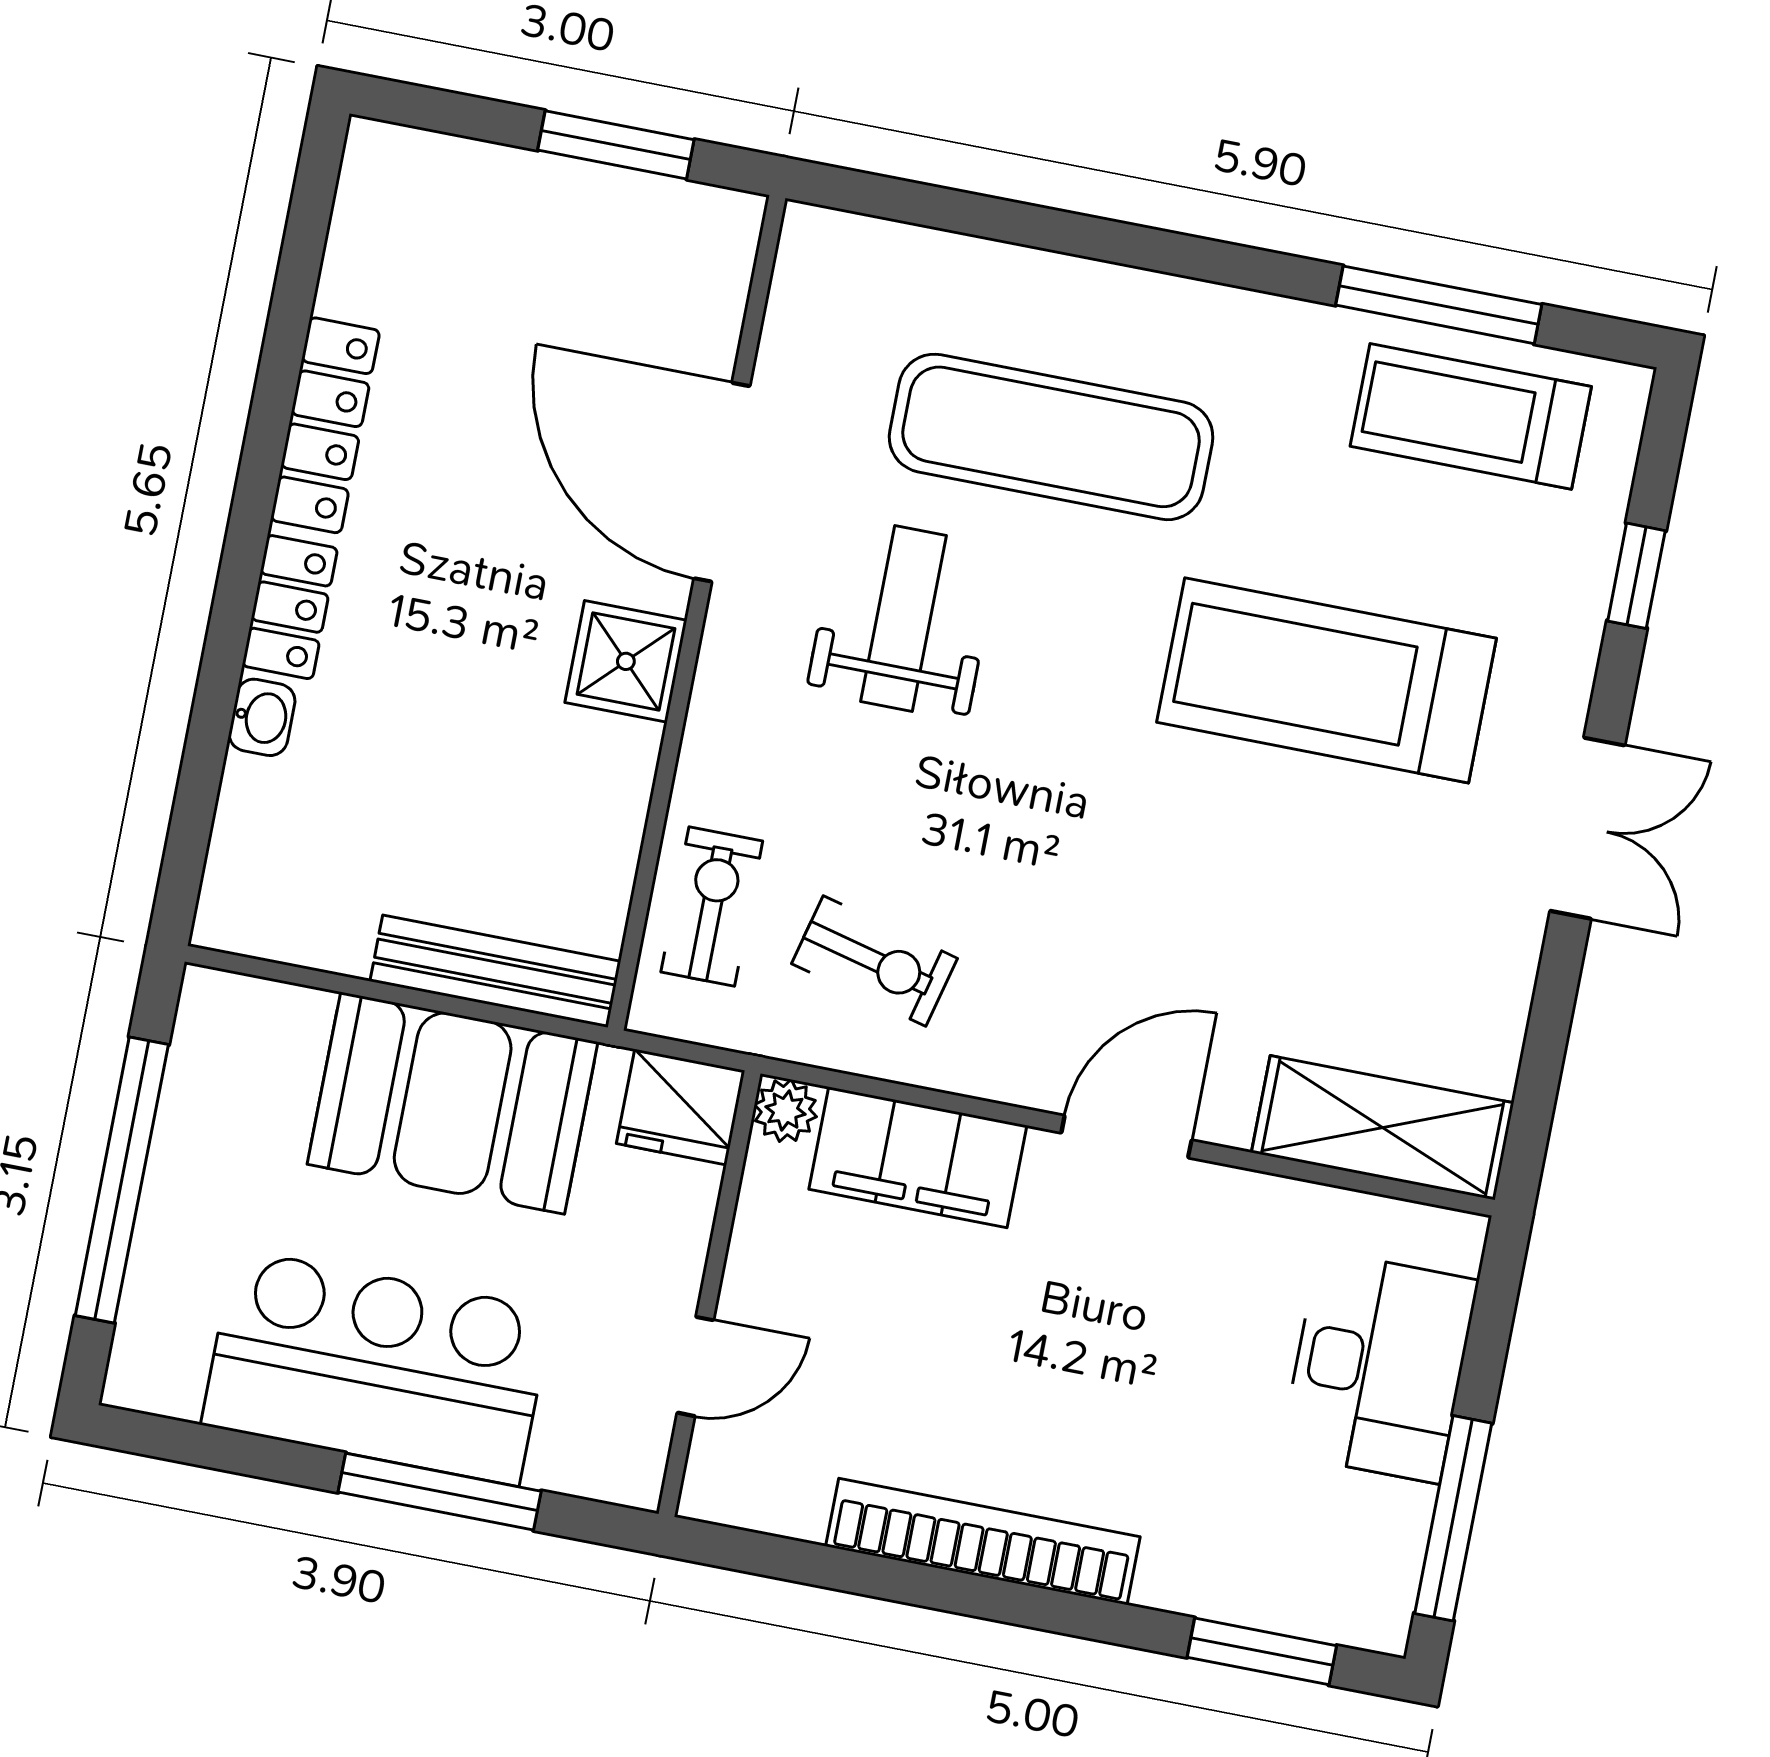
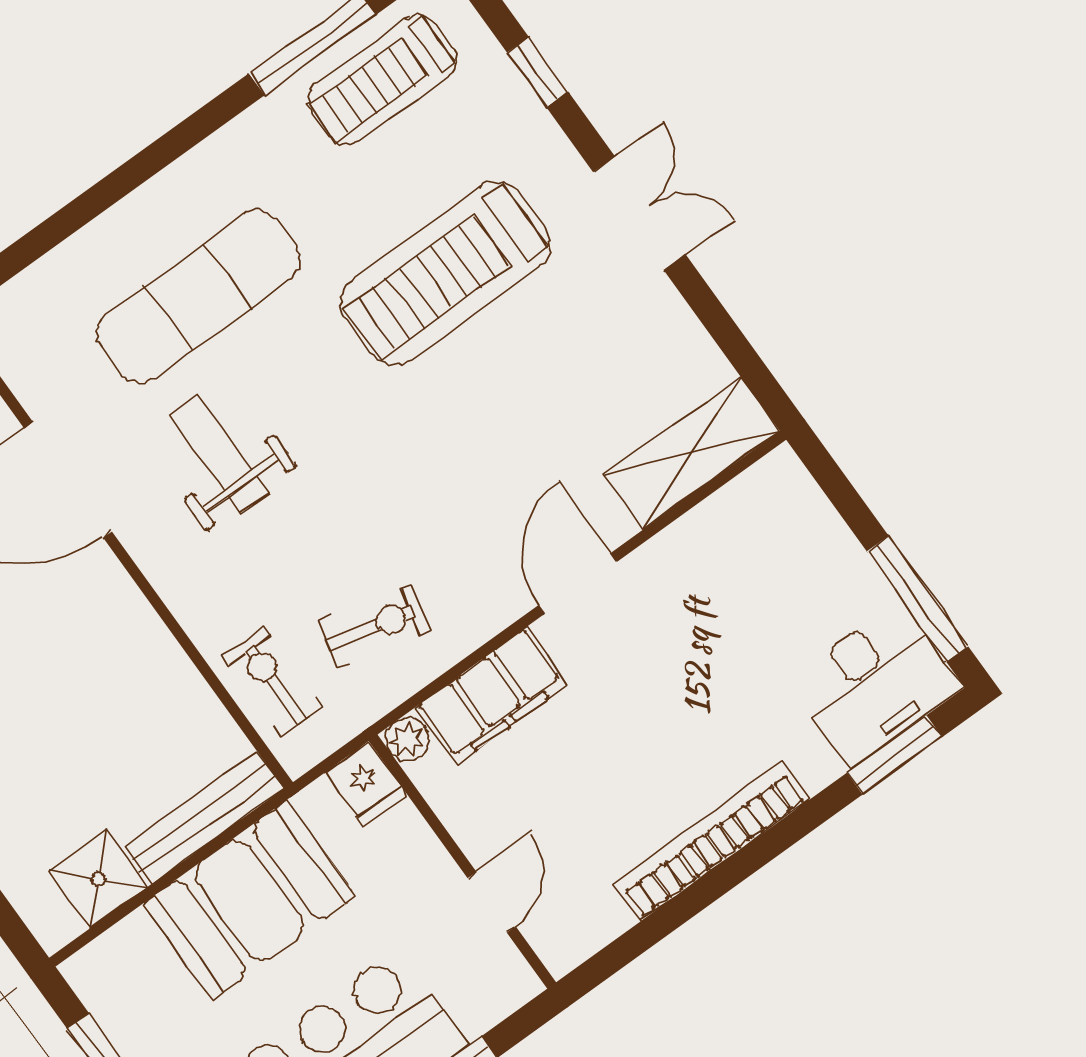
shower: (626, 661) -> (98, 879), moved
fridge: (681, 1107) -> (365, 783), width x0.72
desk: (1379, 1367) -> (875, 684), moved, turned 90

